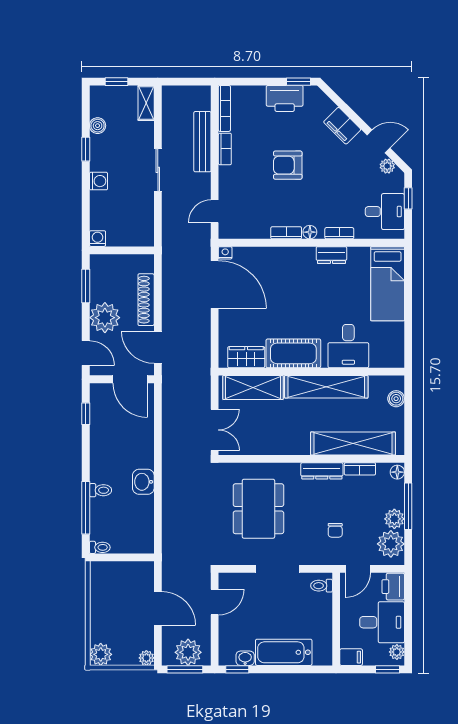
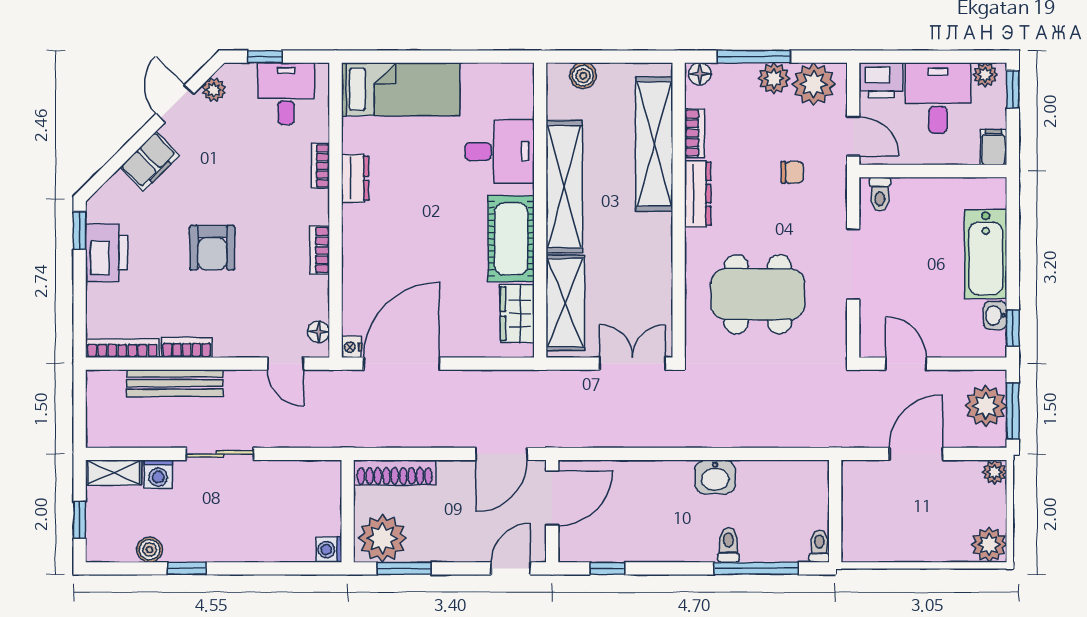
washing machine: (99, 181) -> (158, 474), moved, turned 180
floor lamp: (310, 232) -> (319, 332), moved
shoe rack: (146, 300) -> (395, 473), moved
plant: (105, 318) -> (382, 538), moved

